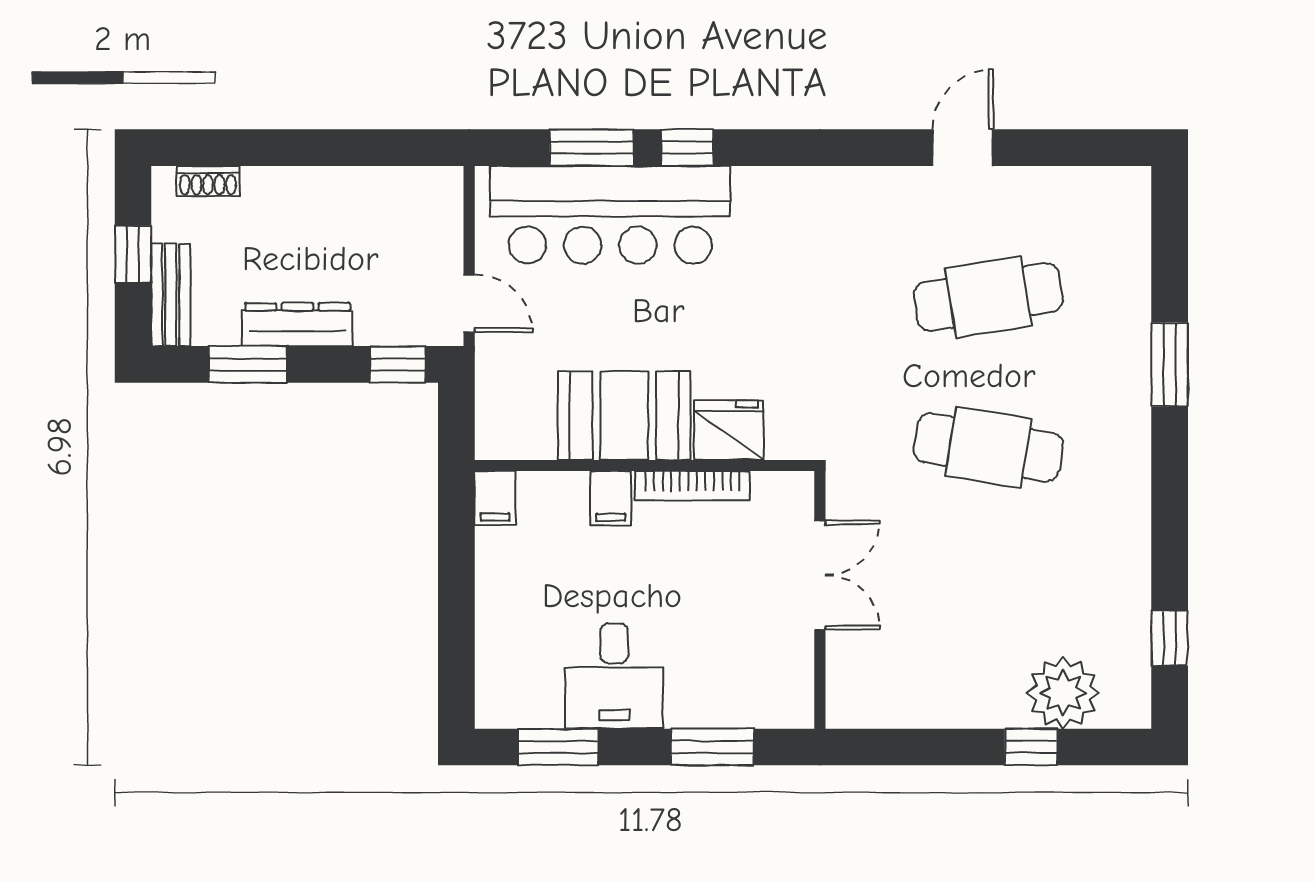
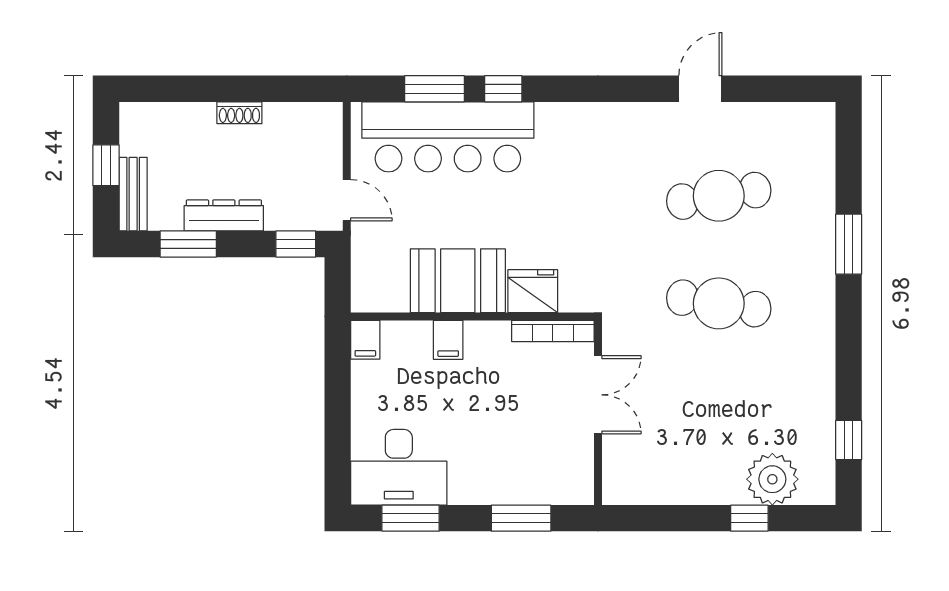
shoe rack: (208, 181) -> (239, 113), moved
bookcase: (692, 486) -> (553, 331), moved
desk: (614, 676) -> (399, 467), moved, width x1.37

